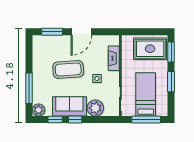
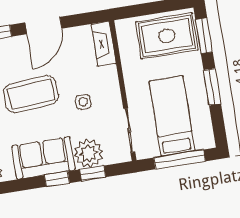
fireplace: (114, 58) -> (104, 44), moved
window: (55, 120) -> (93, 173), moved

